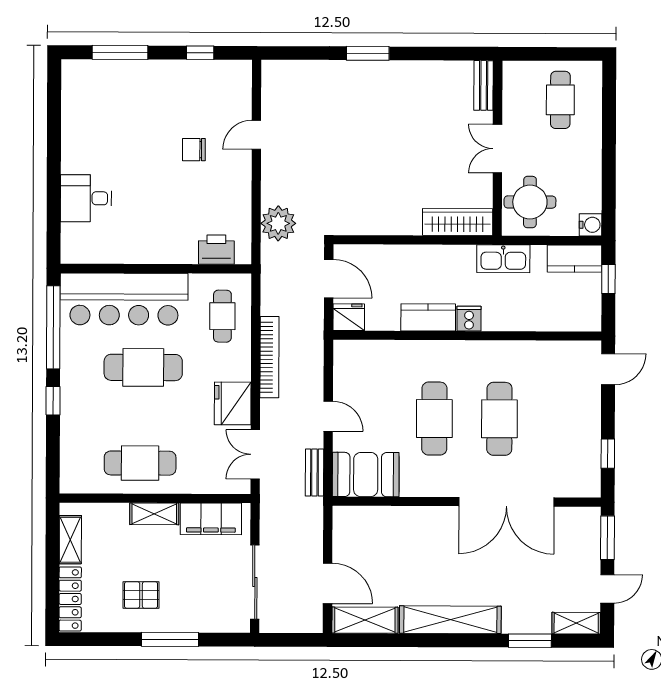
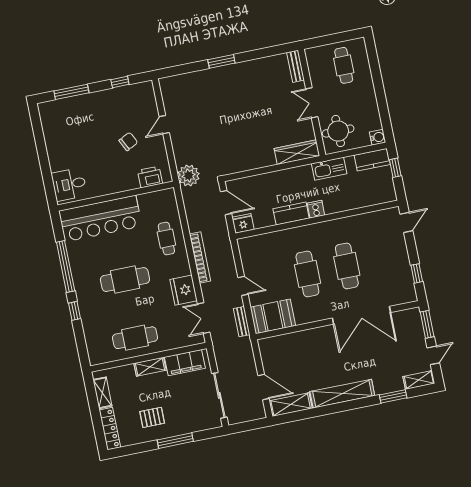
chair: (194, 150) -> (128, 141), turned 153
printer: (216, 250) -> (150, 177), moved
wall: (156, 269) -> (116, 196), moved
bar counter: (124, 299) -> (100, 219), moved

